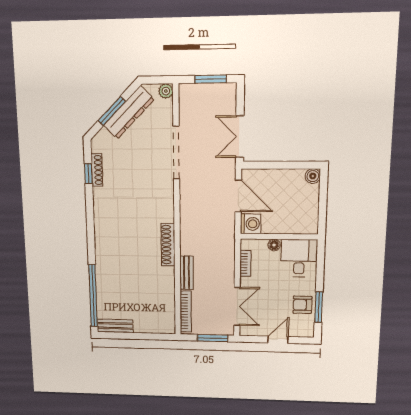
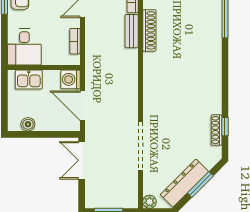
double door: (240, 137) -> (82, 160), swing flipped
boiler: (313, 176) -> (28, 124), moved
kitchen sink: (295, 224) -> (29, 80), added
shoe rack: (168, 245) -> (149, 30), moved
floor lamp: (274, 245) -> (48, 59), removed

